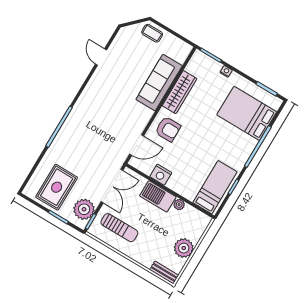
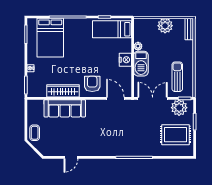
nightstand: (161, 175) -> (125, 60), moved

